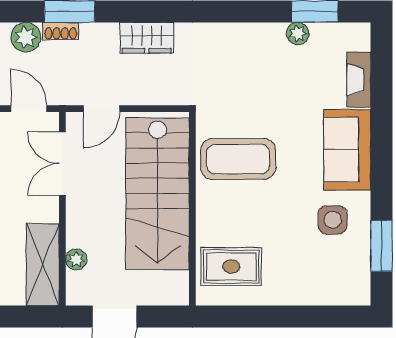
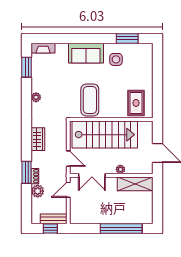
plant: (298, 34) -> (36, 97), moved
fireplace: (359, 80) -> (43, 48), moved
plant: (76, 259) -> (120, 169), moved

